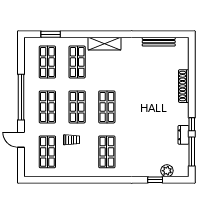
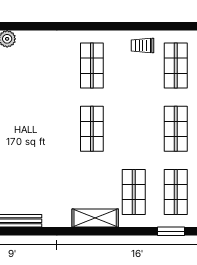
shop shelf: (77, 107) -> (134, 129), removed
trolley: (72, 140) -> (143, 46), moved
window: (155, 180) -> (24, 26), removed

